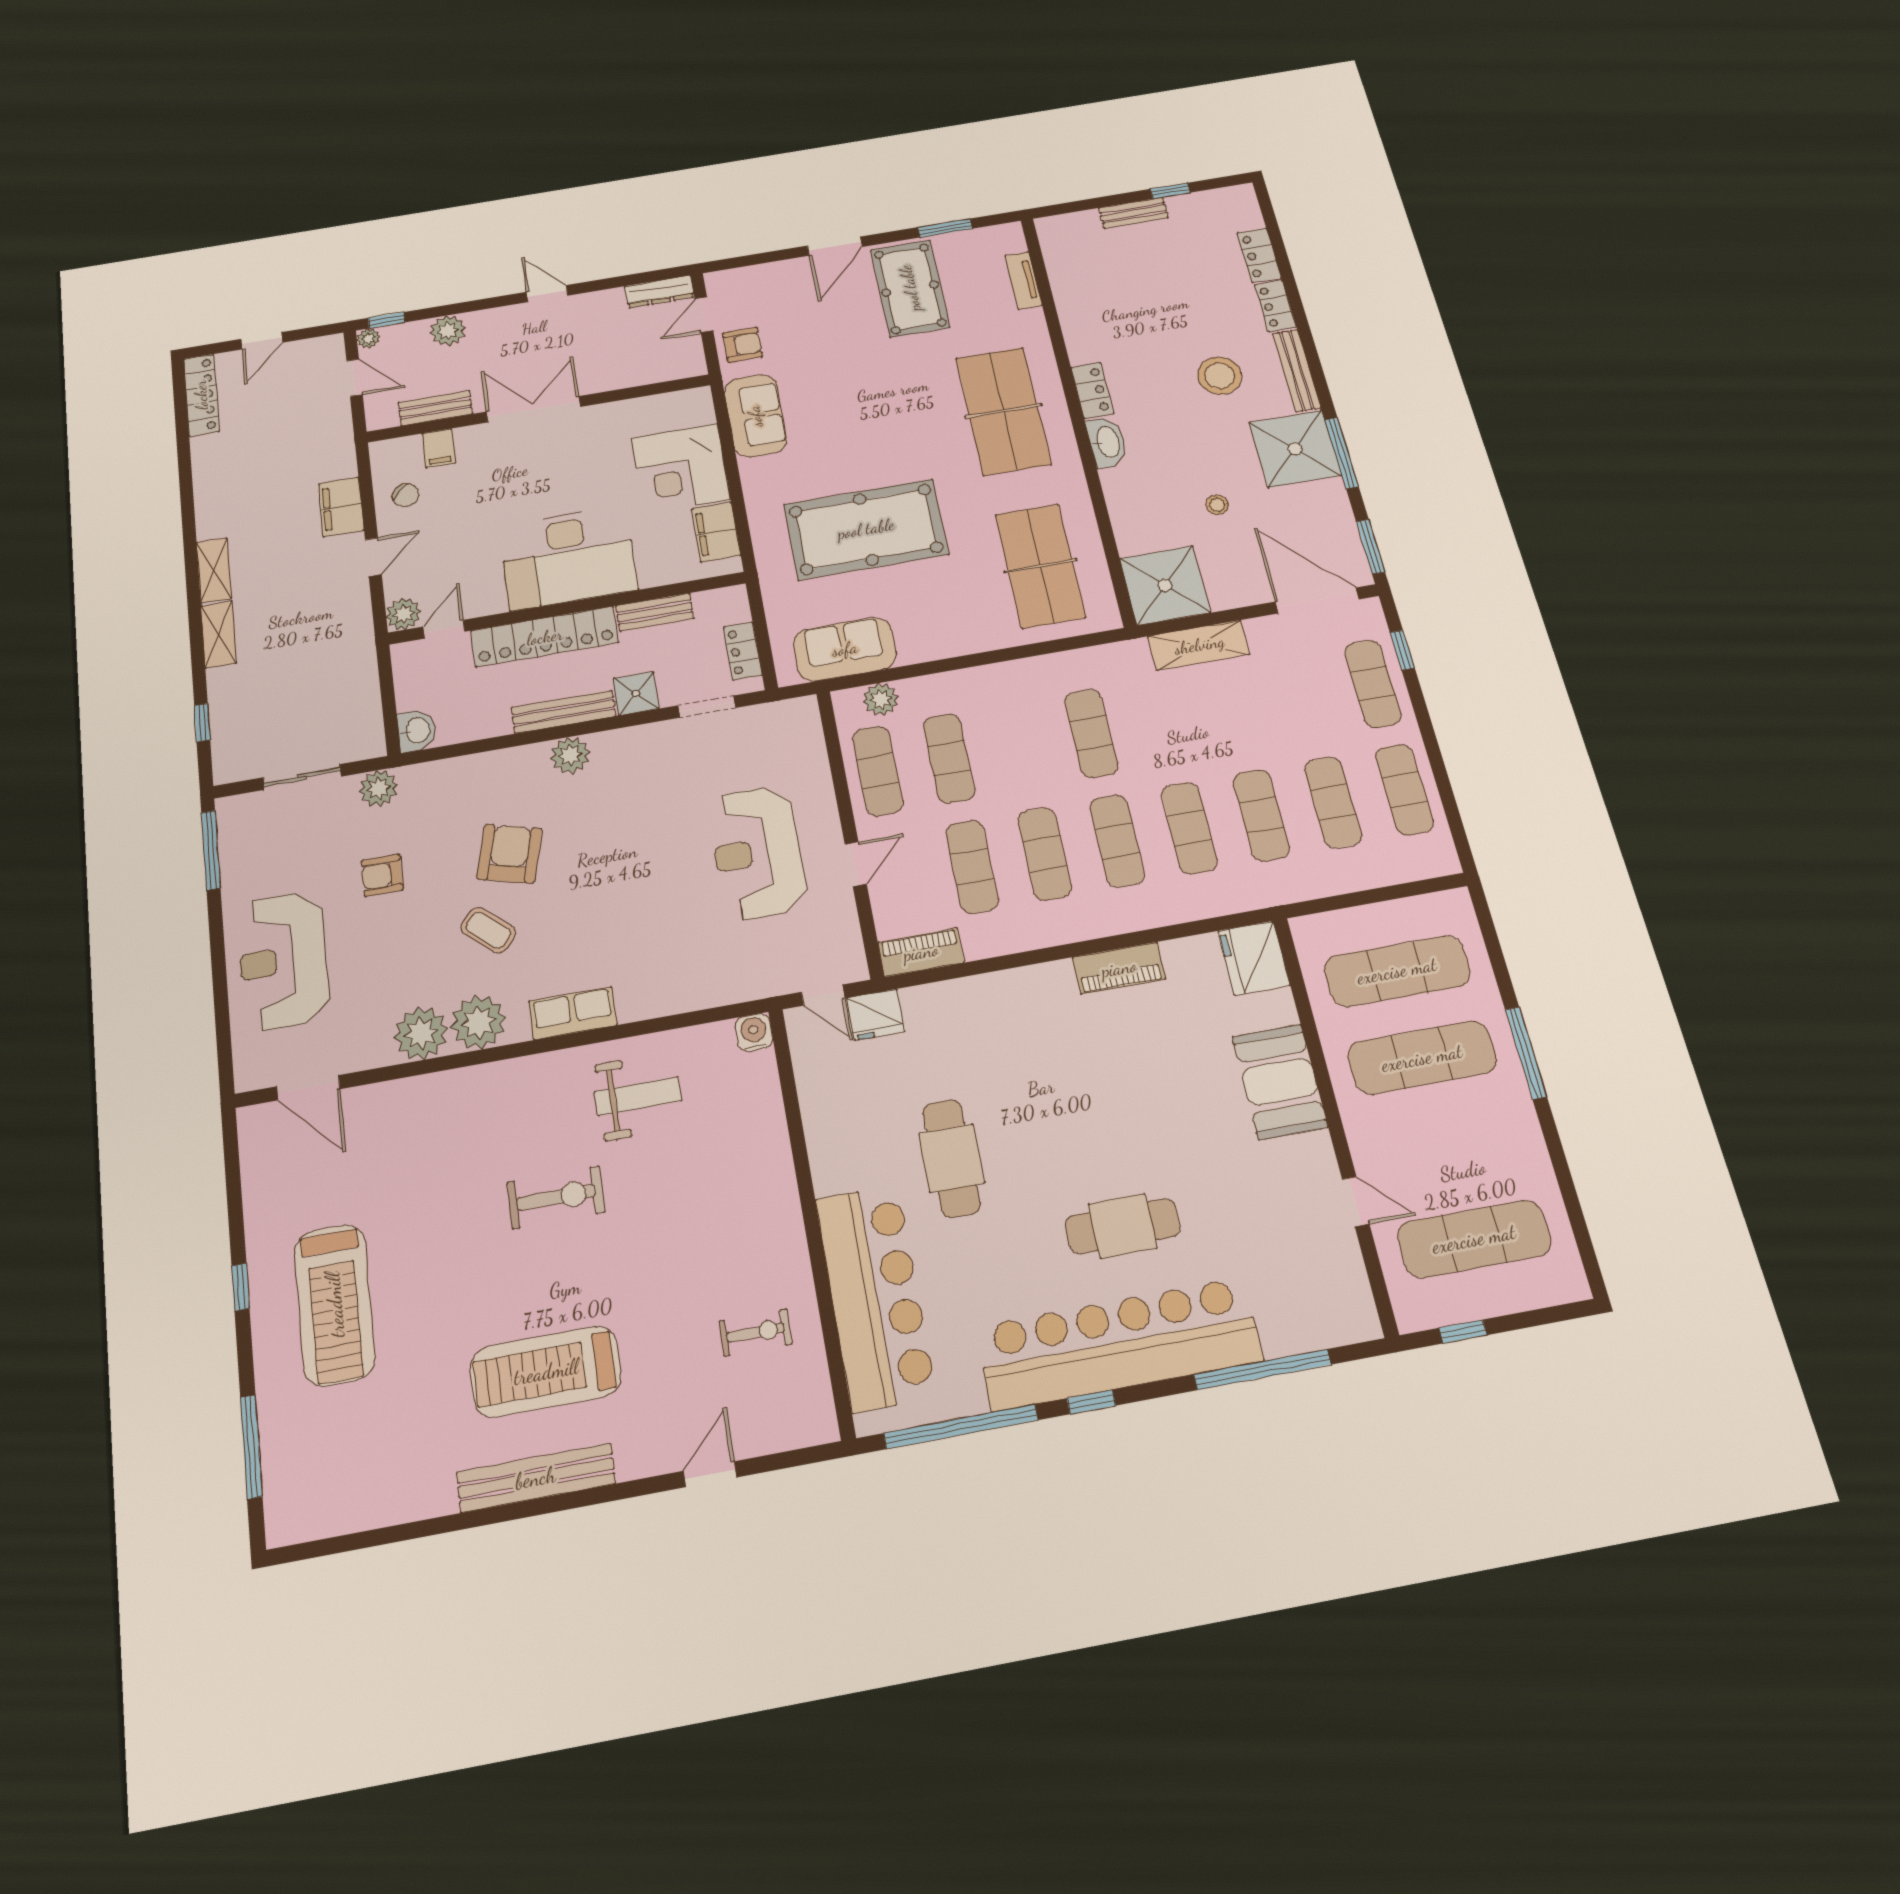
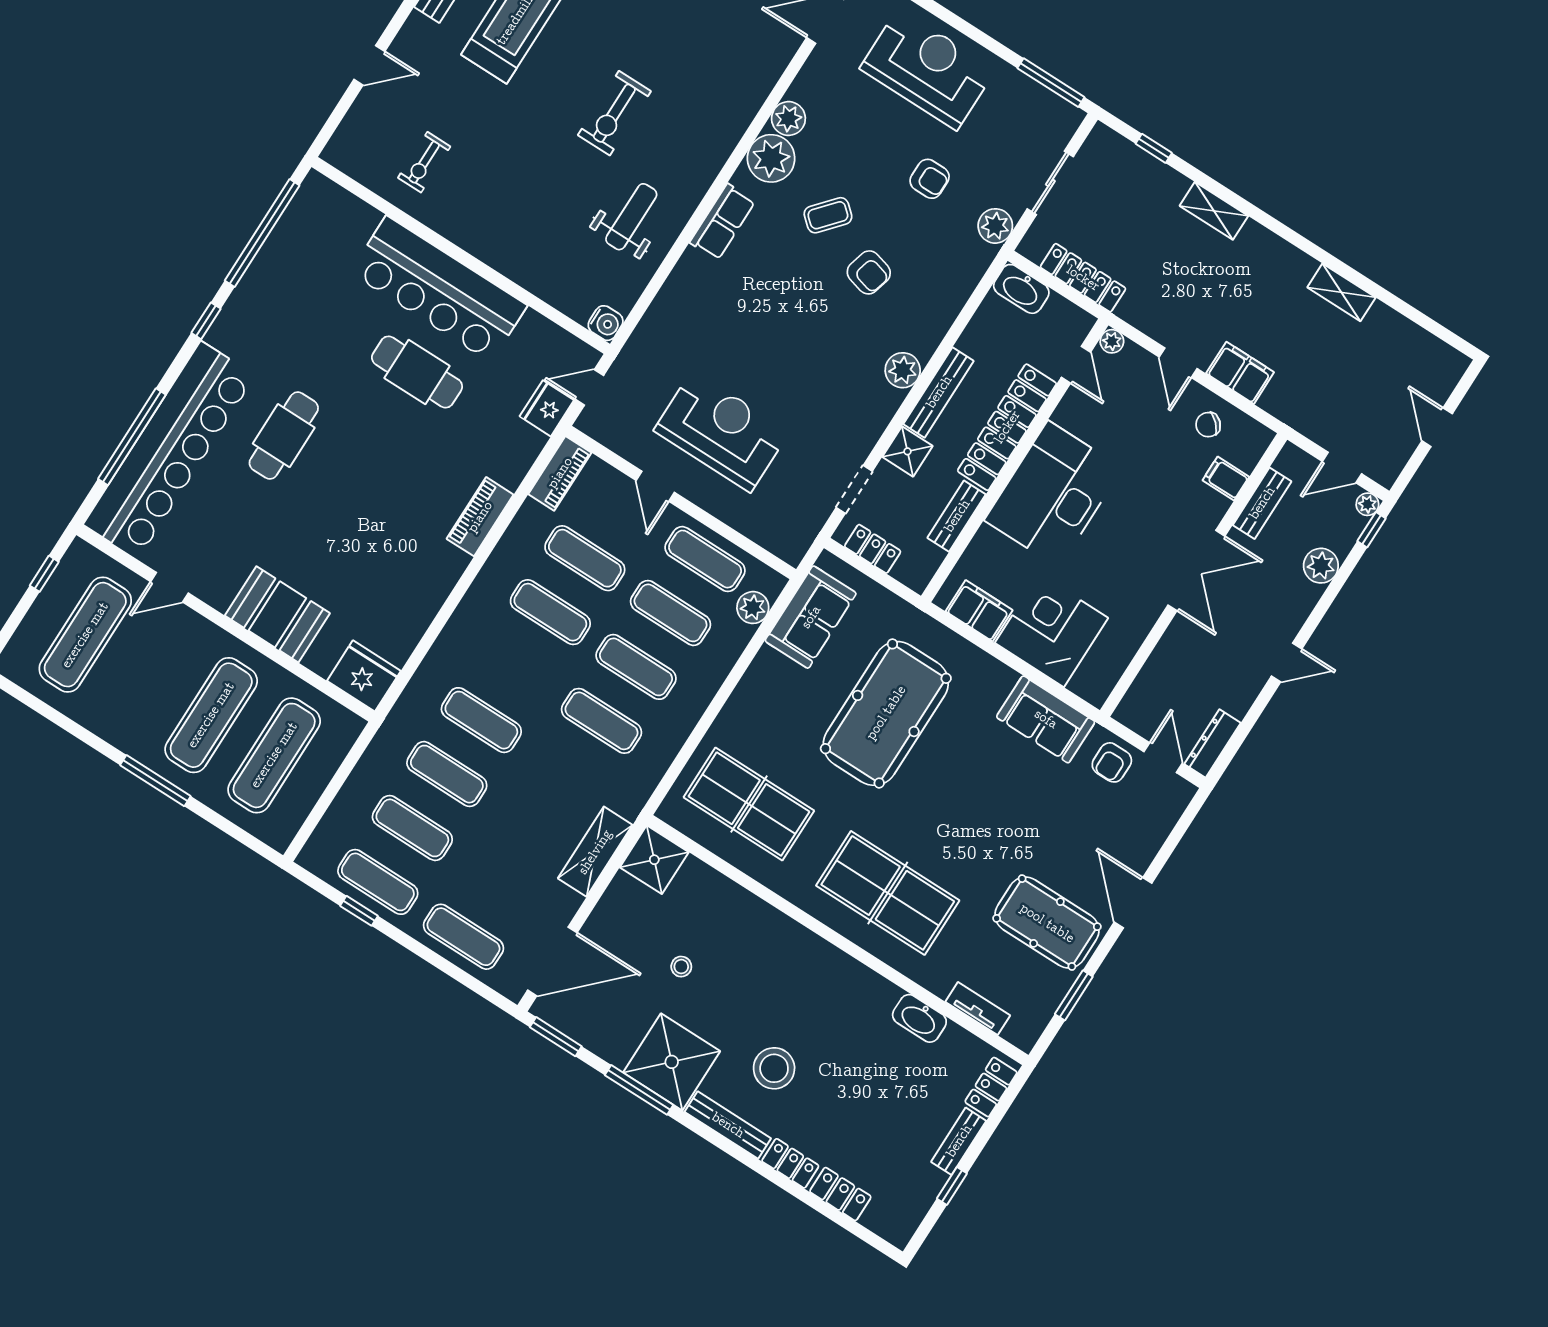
locker: (1092, 390) -> (991, 1087), moved, turned 90
locker: (201, 395) -> (1083, 278), moved, turned 180
washbasin: (1107, 442) -> (919, 1018), moved
shelving: (214, 570) -> (1341, 292), moved
shower: (1165, 585) -> (654, 860), width x0.73, depth x0.73
plant: (404, 614) -> (1112, 341), width x0.73, depth x0.73
window: (1402, 650) -> (359, 911), moved
washbasin: (417, 731) -> (1021, 289), width x1.38
exercise mat: (1117, 841) -> (636, 667), moved
armchair: (509, 854) -> (869, 272), width x0.72, depth x0.72
armchair: (382, 875) -> (930, 179), turned 90
piano: (1119, 968) -> (480, 517), moved
plant: (421, 1033) -> (788, 119), width x0.73, depth x0.73
weight bench: (638, 1096) -> (631, 217), turned 180
bar counter: (875, 1297) -> (439, 289), moved
bar counter: (1119, 1344) -> (169, 450), moved
door: (710, 1474) -> (369, 65), hinge flipped

